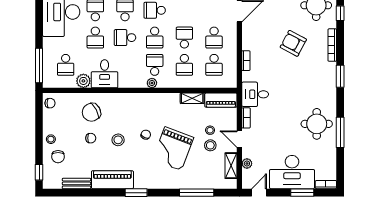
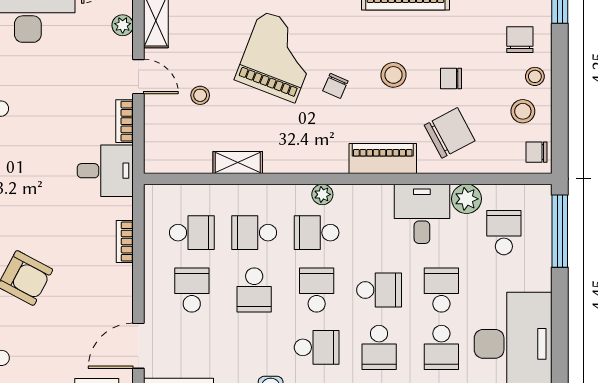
school desk: (155, 65) -> (317, 233), turned 90
school desk: (184, 65) -> (254, 233), turned -90
school desk: (214, 65) -> (192, 233), turned 90
piano: (221, 100) -> (383, 158), moved
stool: (210, 145) -> (523, 111), moved

